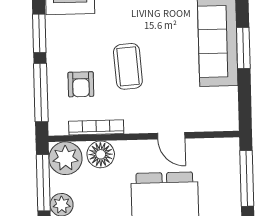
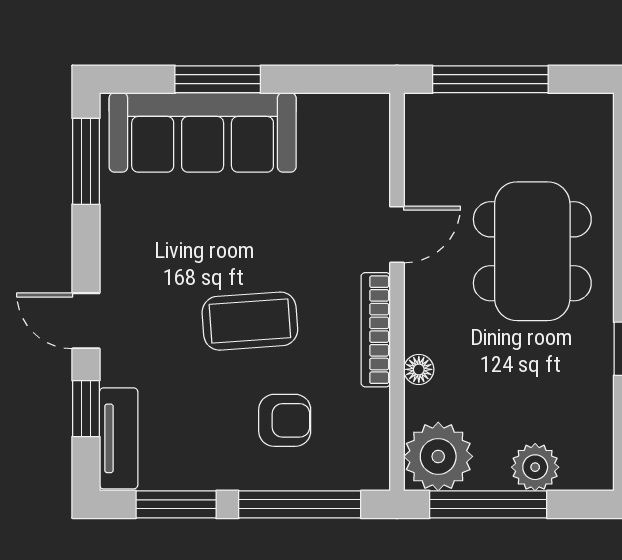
bookcase: (96, 127) -> (376, 330), moved
floor lamp: (101, 154) -> (419, 369), width x0.53, depth x0.53

